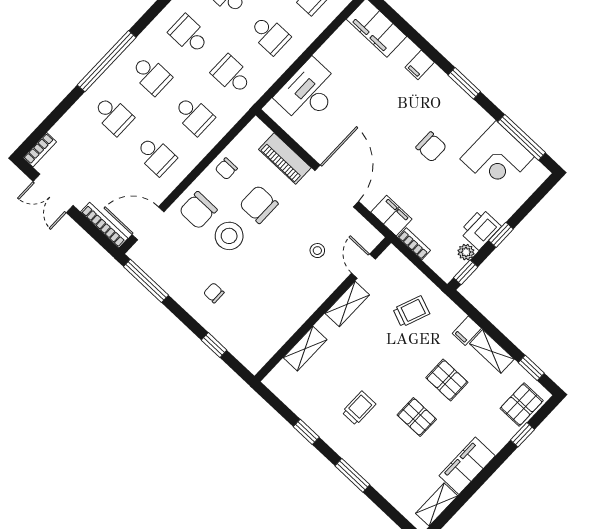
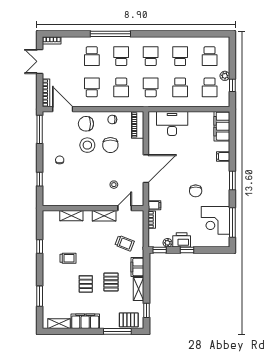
school desk: (151, 75) -> (121, 56), turned 180
school desk: (156, 155) -> (92, 87), turned 180
piano: (285, 159) -> (138, 125), moved
chair: (259, 204) -> (110, 145), turned 180
filing cabinet: (391, 216) -> (154, 205), width x0.50
filing cabinet: (467, 331) -> (137, 267), width x2.00
window: (522, 435) -> (117, 331), width x2.17
window: (352, 475) -> (40, 296), moved

